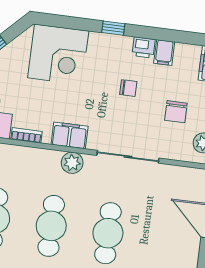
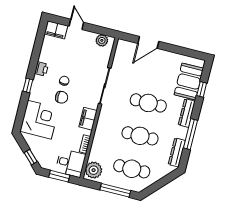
filing cabinet: (164, 53) -> (46, 57), removed
chair: (176, 112) -> (62, 97), moved
plant: (72, 163) -> (104, 119), removed

